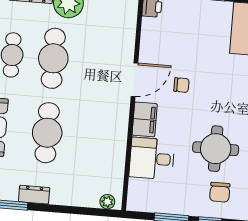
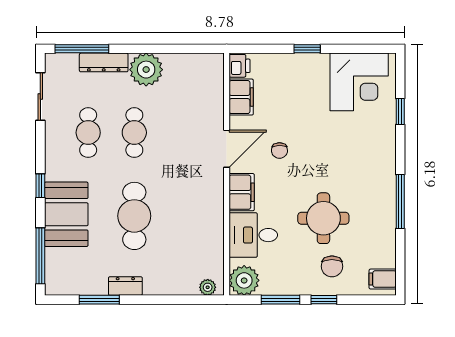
filing cabinet: (151, 35) -> (241, 97), added
cafe table: (53, 58) -> (134, 133), width x0.73, depth x0.74
chair: (181, 85) -> (279, 151), turned 89
plant: (140, 198) -> (244, 280), added

